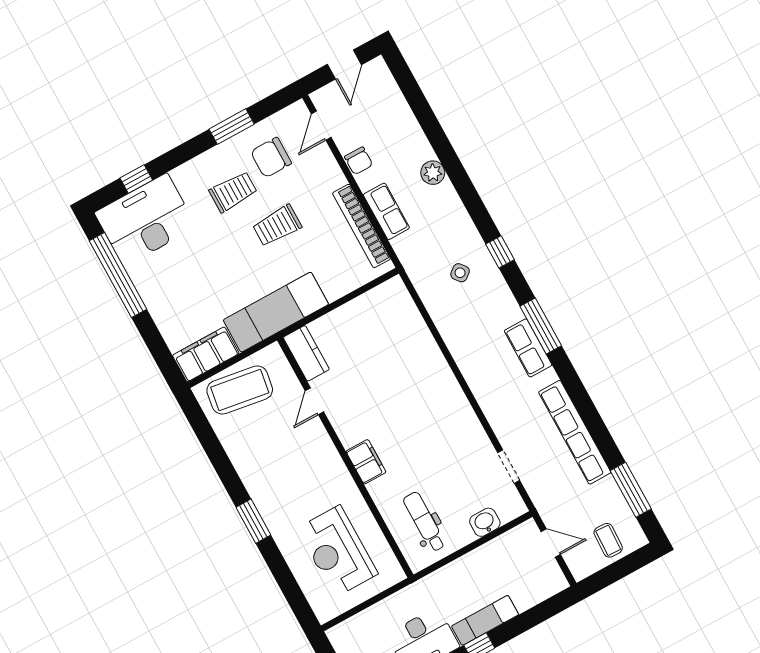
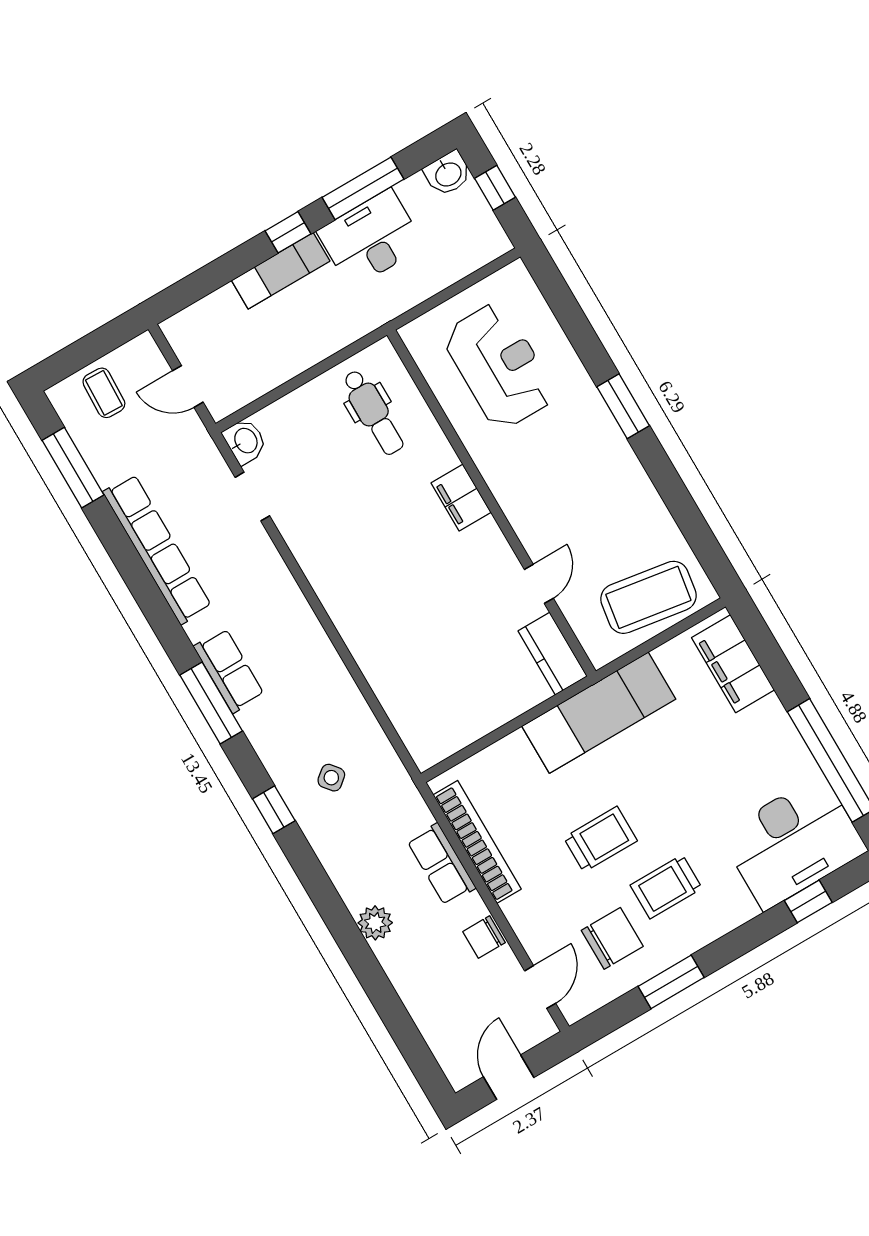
chair: (359, 161) -> (484, 937), turned -90
filing cabinet: (206, 354) -> (733, 664), moved, turned 90
washbasin: (485, 522) -> (245, 441), moved, turned -90

